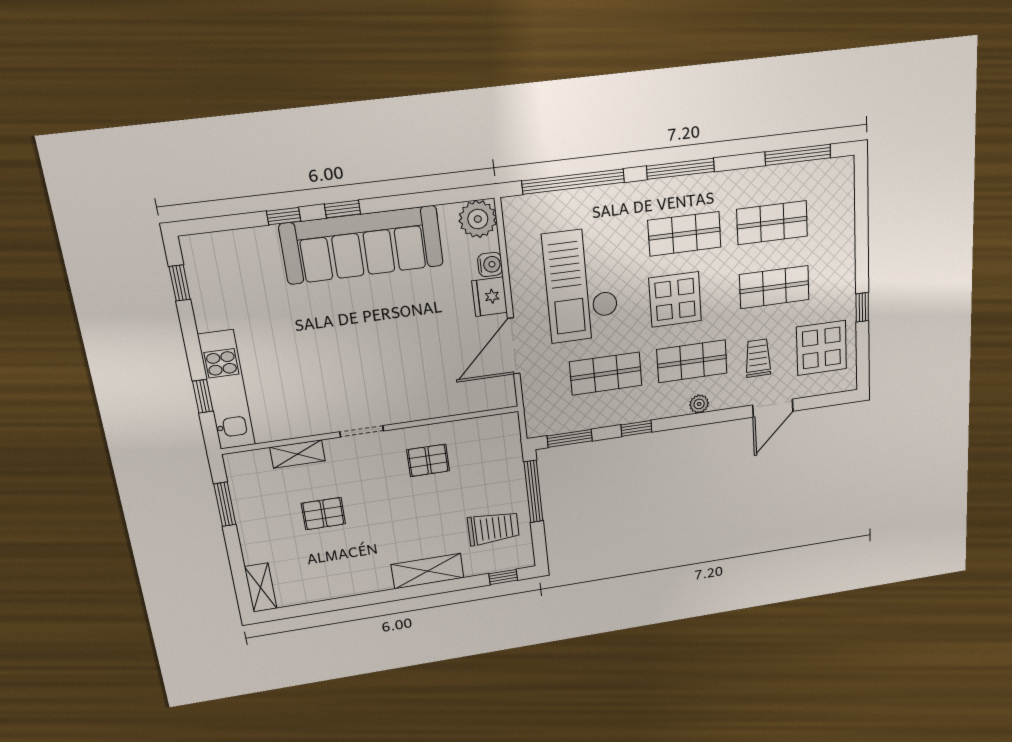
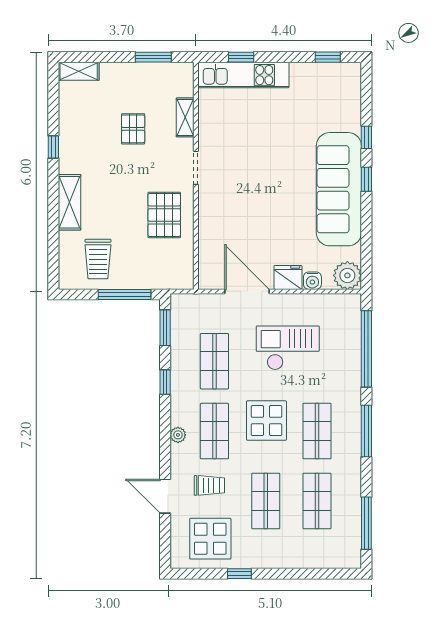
checkout: (581, 285) -> (288, 348), width x0.73, depth x0.83
pallet: (428, 460) -> (164, 215), width x1.50, depth x1.42
window: (503, 577) -> (53, 147), moved

